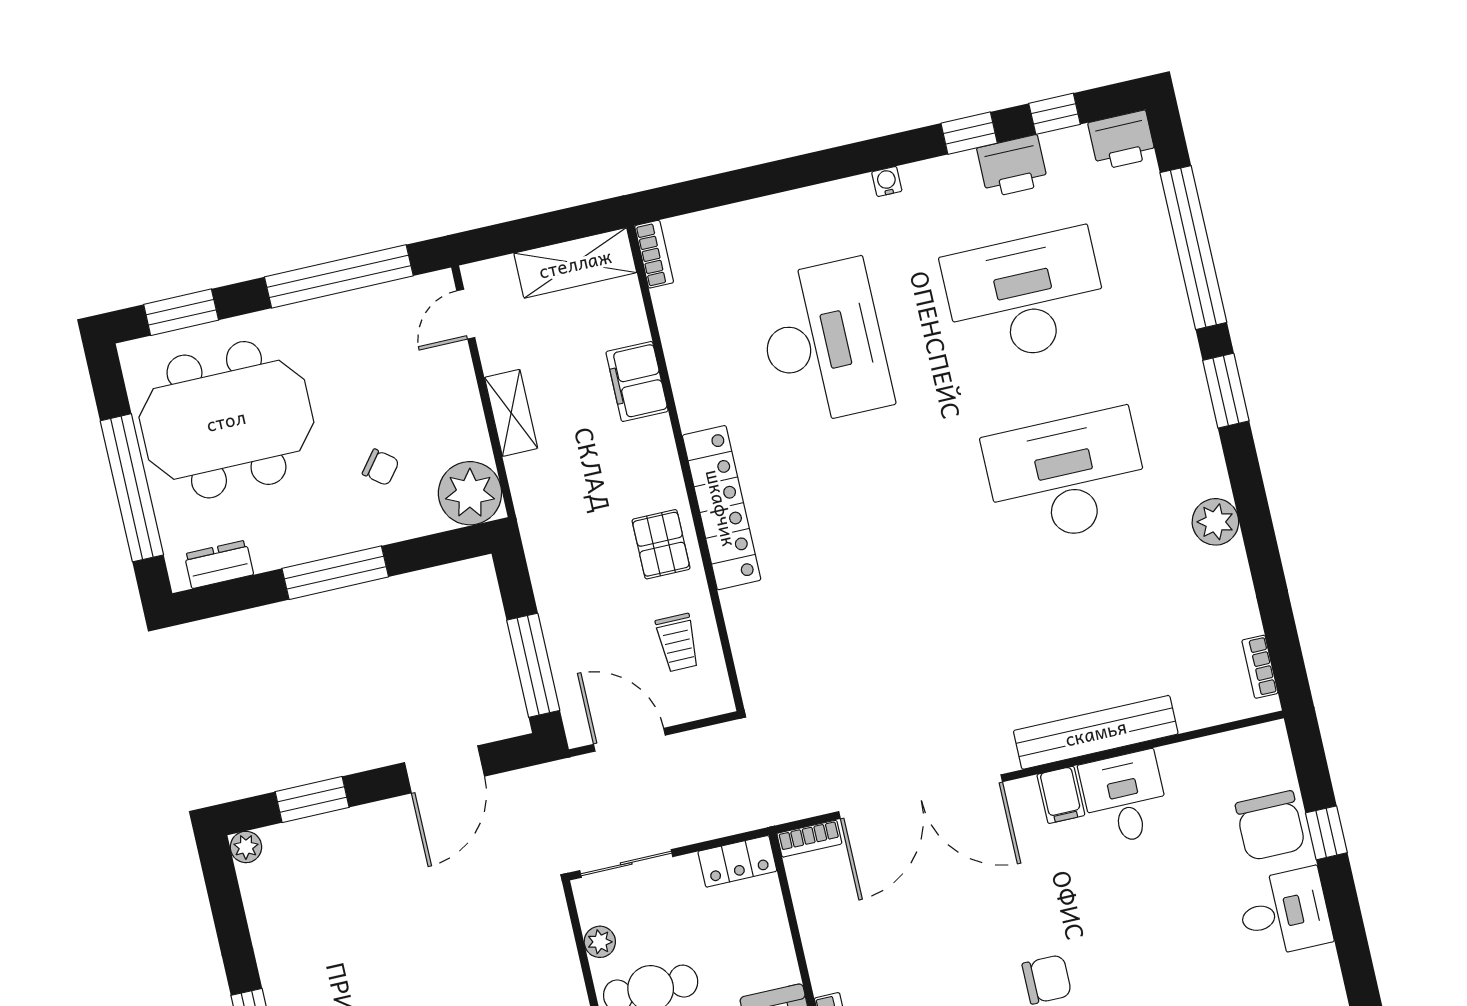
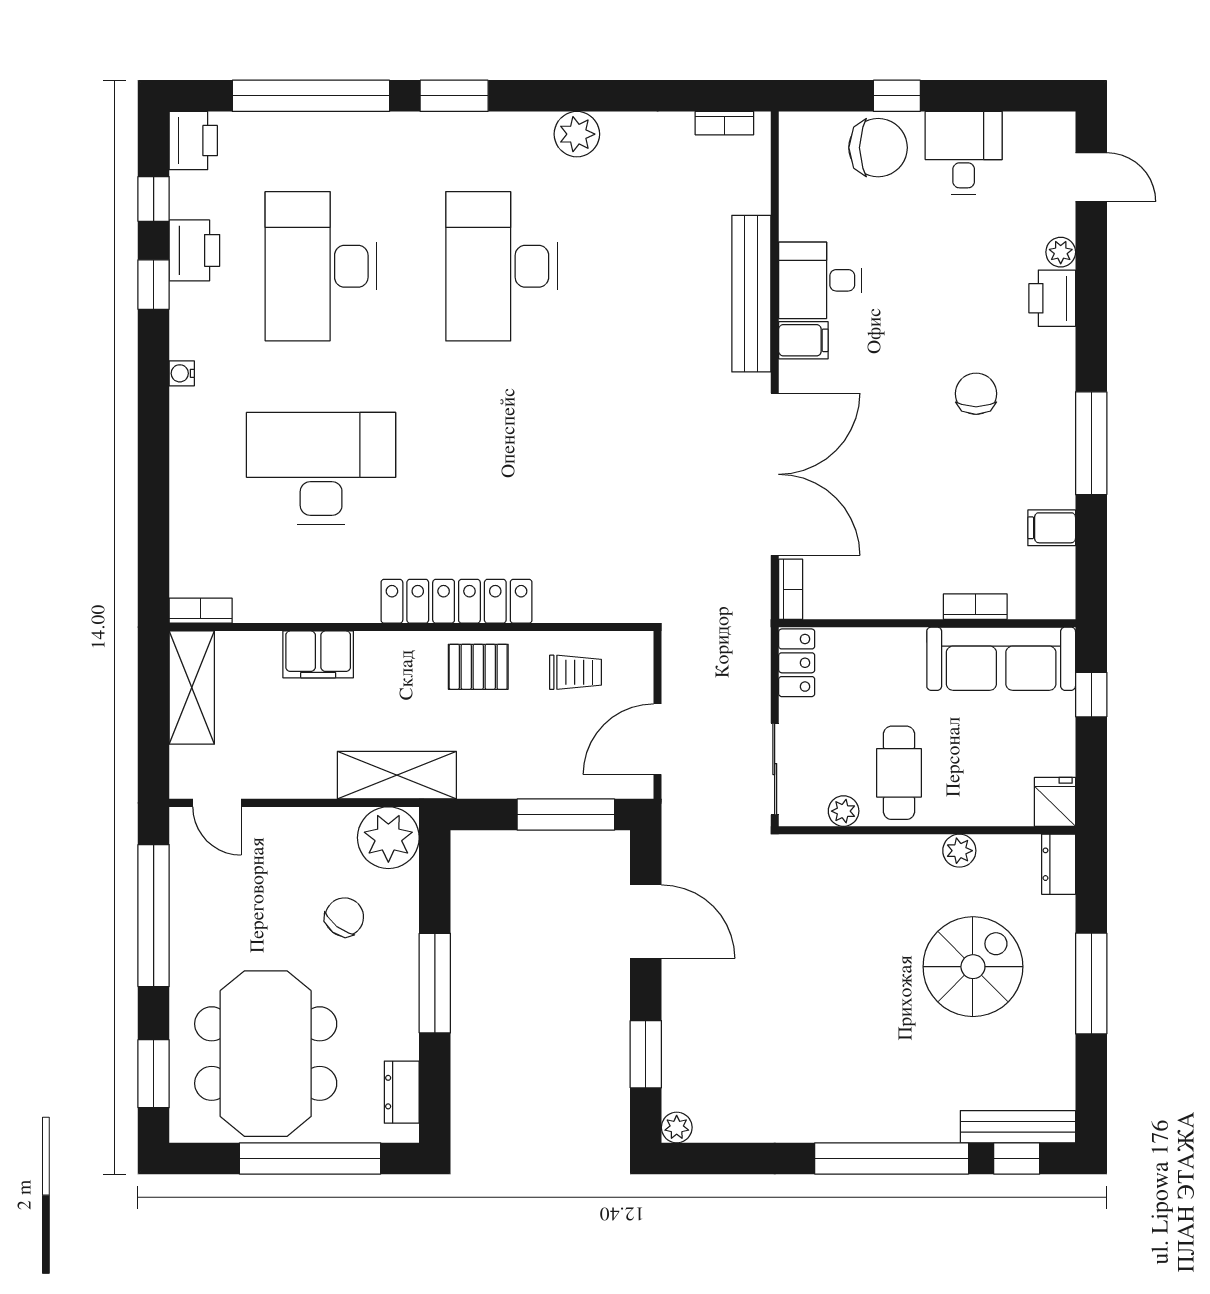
shelving: (511, 413) -> (397, 775), moved, width x1.50, depth x1.33
chair: (381, 467) -> (344, 917), width x1.37, depth x1.37

